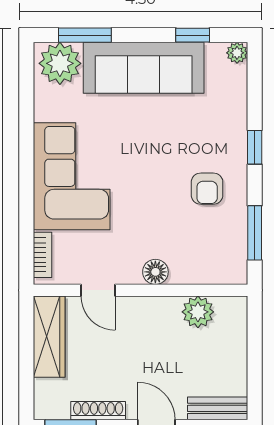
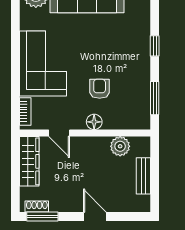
armchair: (207, 189) -> (100, 89), moved, turned 180
bench: (218, 408) -> (143, 176), moved, turned 90
shoe rack: (98, 411) -> (37, 206), moved, width x0.70

